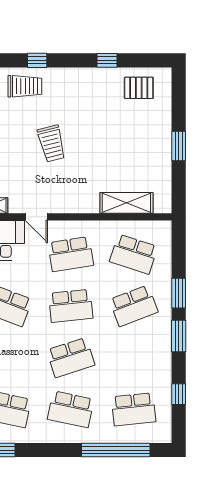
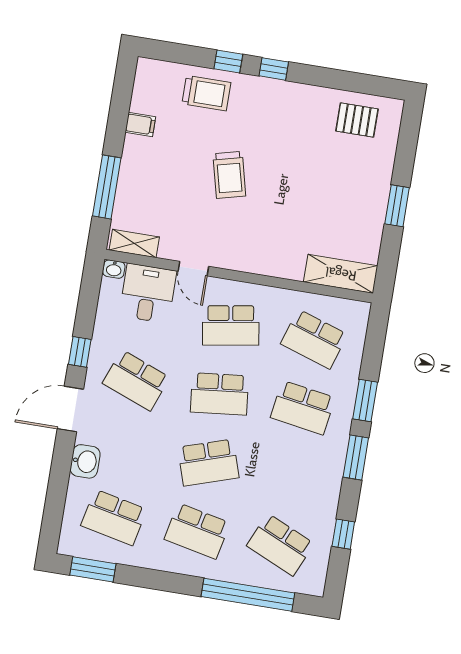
window: (107, 60) -> (274, 69), moved
shelving: (126, 203) -> (341, 274), moved
school desk: (134, 306) -> (303, 408), turned 30
school desk: (134, 409) -> (280, 545), turned 30

